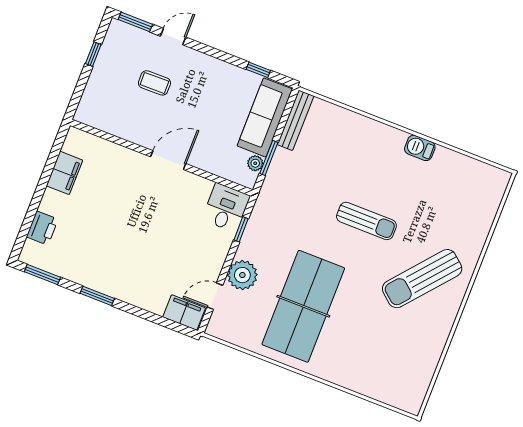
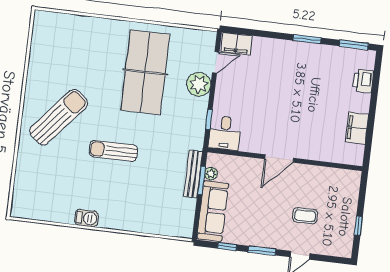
window: (135, 22) -> (262, 251), moved
bench: (296, 120) -> (193, 174), moved

